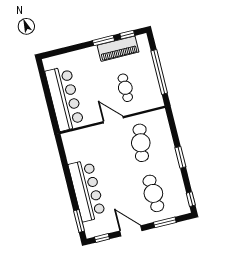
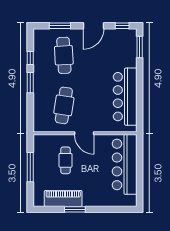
window: (127, 35) -> (51, 209), removed
window: (159, 72) -> (30, 167), width x0.68
bar counter: (87, 190) -> (125, 97), moved
window: (191, 199) -> (30, 58), moved
door: (131, 231) -> (94, 26), hinge flipped

